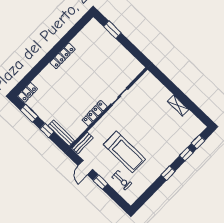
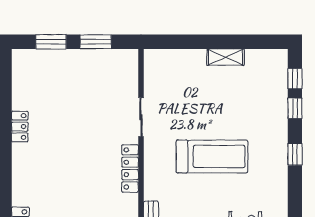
window: (131, 48) -> (96, 42), added
locker: (62, 56) -> (20, 127), width x0.66
treadmill: (124, 152) -> (212, 156), moved

